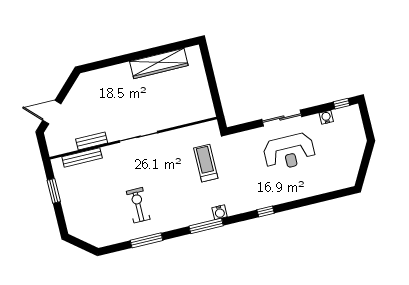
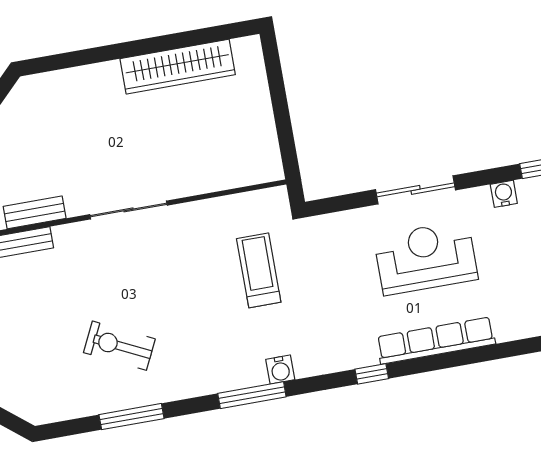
reception desk: (289, 152) -> (426, 258), turned 180
row of seats: (297, 193) -> (436, 341), added
exercise bike: (138, 205) -> (119, 346), turned -64

